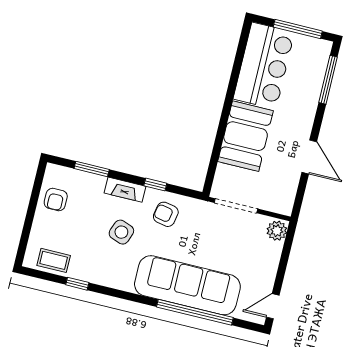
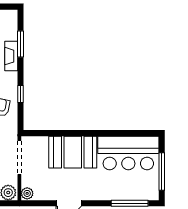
fireplace: (125, 190) -> (11, 56), moved
plant: (284, 207) -> (27, 193), added

